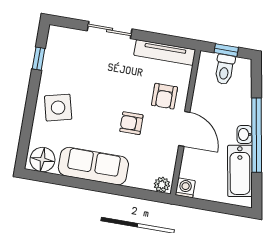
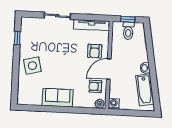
armchair: (131, 123) -> (95, 86), moved
door: (184, 129) -> (109, 69), swing flipped
window: (257, 135) -> (152, 68), removed
floor lamp: (42, 160) -> (27, 98), removed
sofa: (93, 166) -> (58, 98), width x0.73

